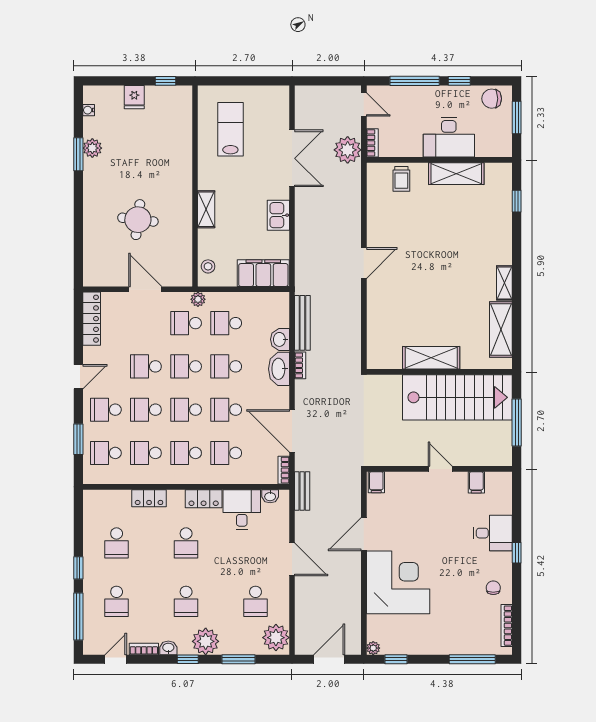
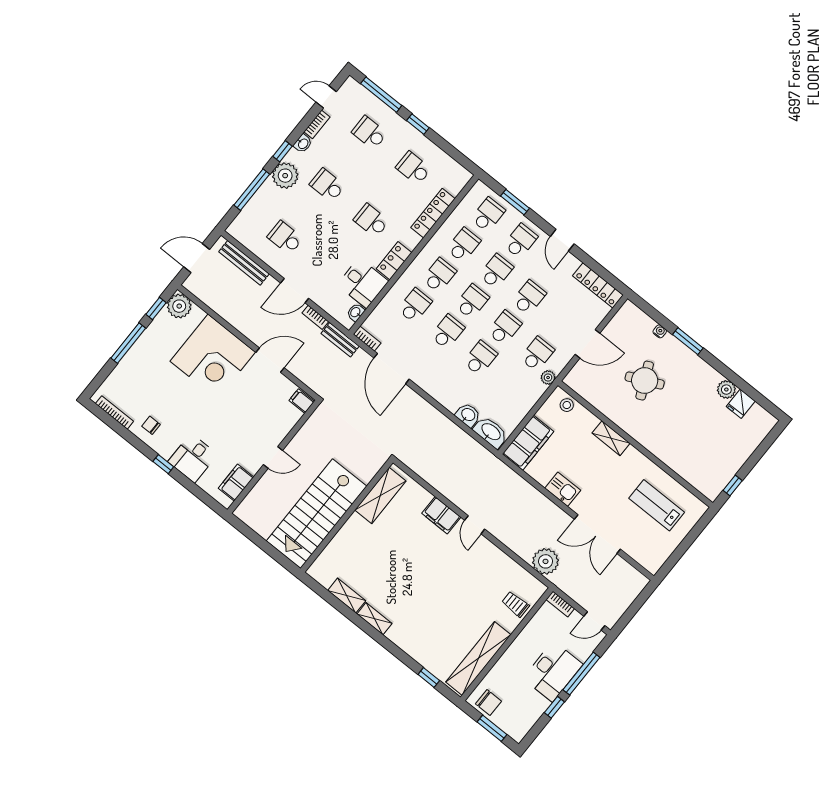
fridge: (134, 97) -> (741, 404), moved, turned -90
chair: (492, 99) -> (488, 703), moved, turned 90
water cooler: (89, 110) -> (660, 331), moved
lab bench: (230, 129) -> (657, 505), turned 180
desk: (449, 137) -> (553, 671), moved, turned 180
plant: (348, 150) -> (546, 561), moved
window: (78, 154) -> (688, 341), moved
shelving: (456, 174) -> (478, 658), width x1.47
round table: (138, 220) -> (645, 381), turned -32
door: (364, 263) -> (475, 525), width x0.73
filing cabinet: (378, 296) -> (441, 515), added
school desk: (226, 323) -> (513, 384), removed
bench: (302, 323) -> (244, 263), moved
shelving: (501, 329) -> (347, 596), width x0.67, depth x0.75
shelving: (431, 358) -> (380, 496), moved
bookcase: (300, 365) -> (315, 317), moved
washbasin: (279, 369) -> (491, 432), moved
window: (517, 423) -> (262, 543), removed
door: (292, 431) -> (392, 369), swing flipped
filing cabinet: (476, 482) -> (236, 483), width x2.00
locker: (149, 498) -> (433, 213), width x1.53
door: (364, 534) -> (270, 360), hinge flipped
chair: (493, 588) -> (151, 425), turned 180
plant: (276, 638) -> (245, 231), removed
plant: (373, 648) -> (179, 306), width x1.87, depth x1.87
door: (116, 659) -> (326, 97), swing flipped
window: (239, 659) -> (252, 190), width x1.44
door: (329, 659) -> (197, 258), swing flipped
window: (472, 659) -> (128, 343), moved

